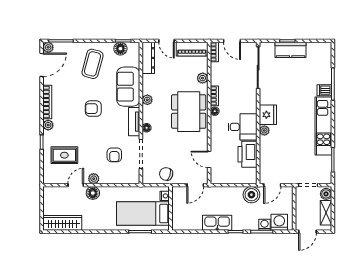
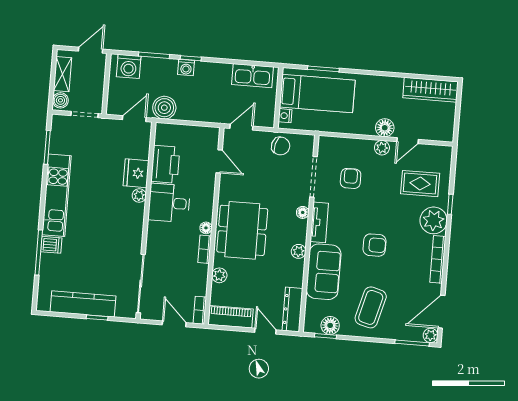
kitchen counter: (291, 50) -> (83, 304), width x1.50
fridge: (268, 115) -> (136, 173), moved
plant: (48, 125) -> (434, 220), width x1.87, depth x1.87
kitchen sink: (217, 223) -> (253, 76), moved
washing machine: (265, 225) -> (186, 67), moved

